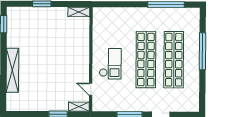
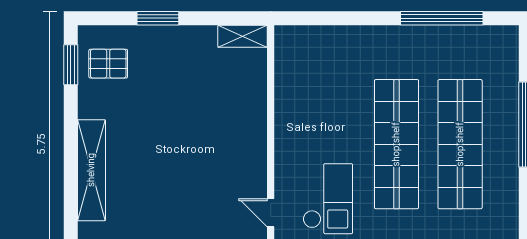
pallet: (20, 24) -> (108, 64), added
checkout: (110, 64) -> (328, 199), moved

